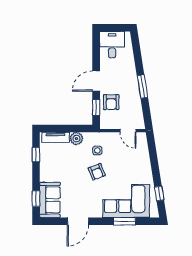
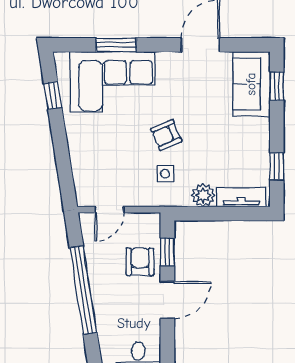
window: (142, 86) -> (83, 290), width x2.11
door: (128, 131) -> (109, 210), swing flipped
armchair: (97, 172) -> (166, 135), turned -92

